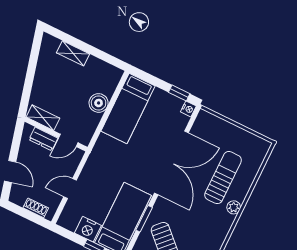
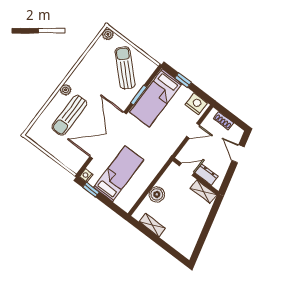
shelving: (73, 53) -> (152, 225), moved
bed: (128, 108) -> (119, 174), moved
nightstand: (88, 229) -> (196, 104), moved

